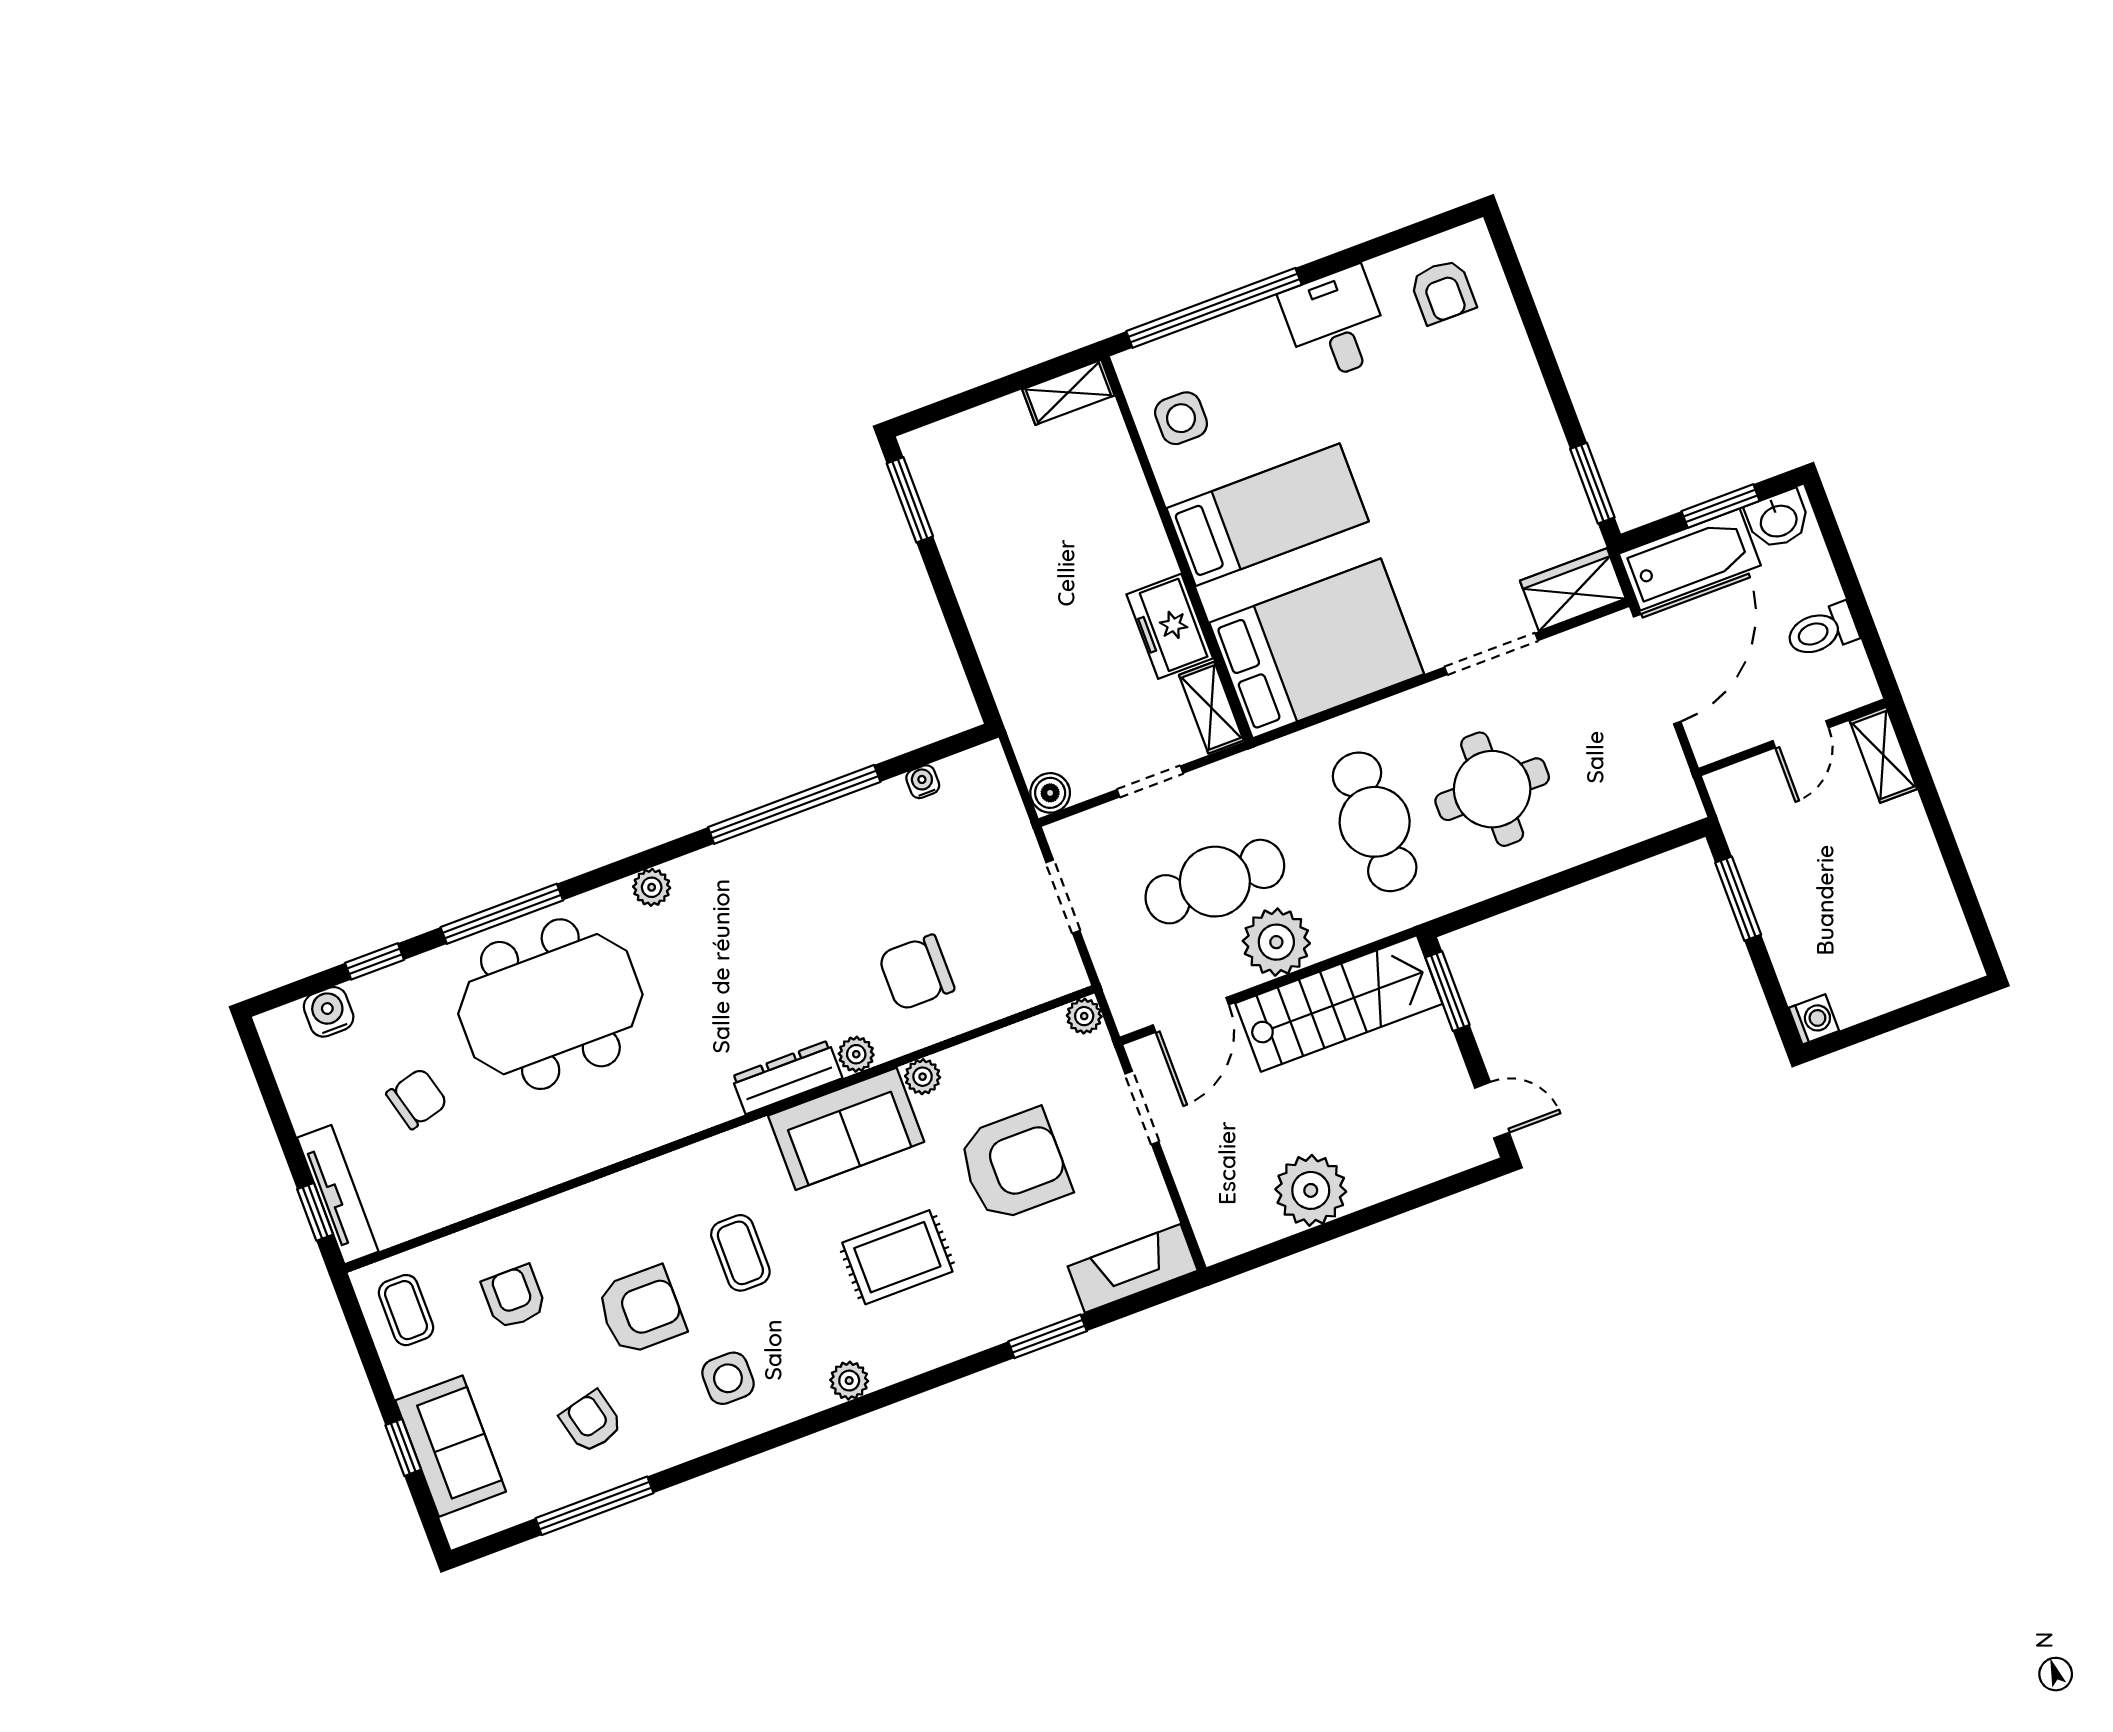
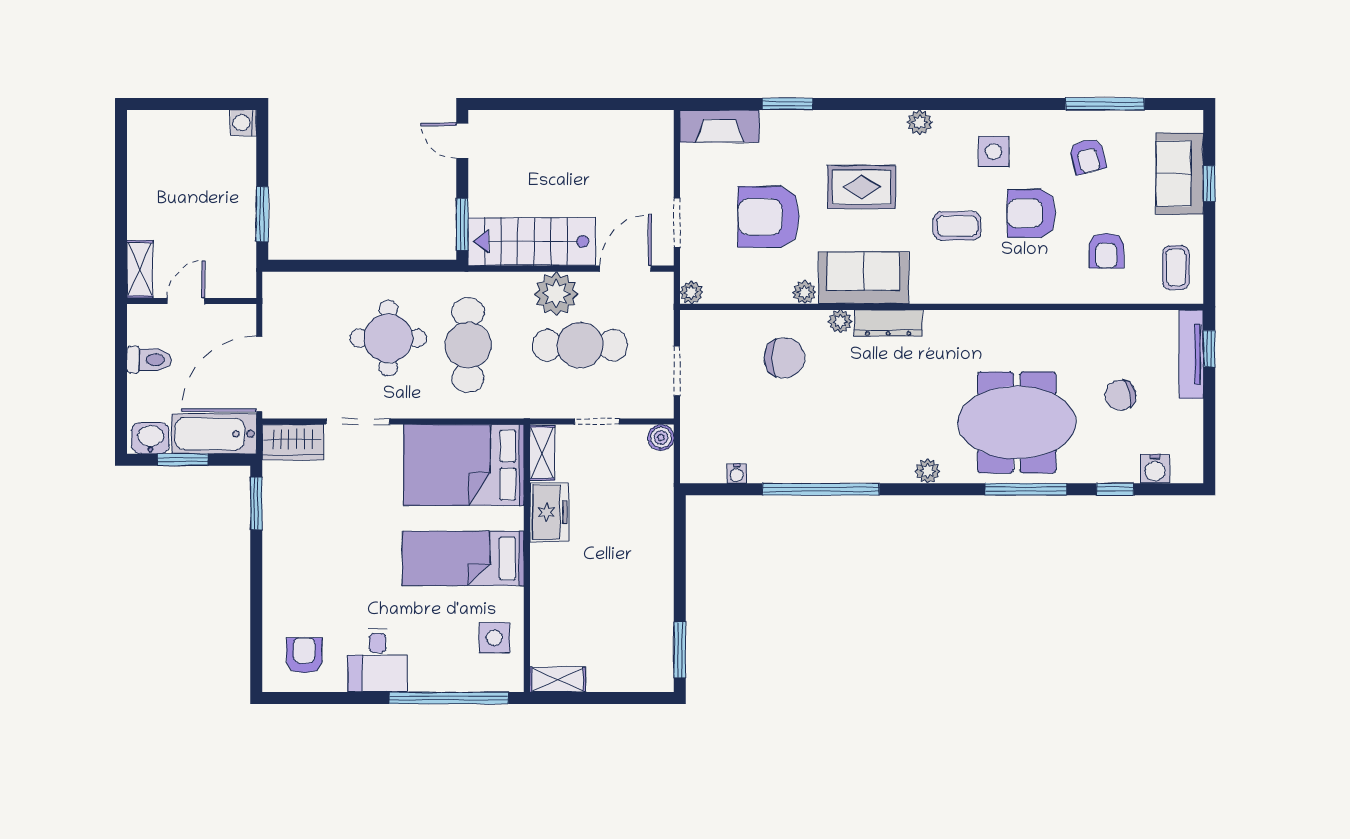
plant: (1311, 1190) -> (592, 133), removed
coffee table: (740, 1253) -> (957, 226), turned 90

